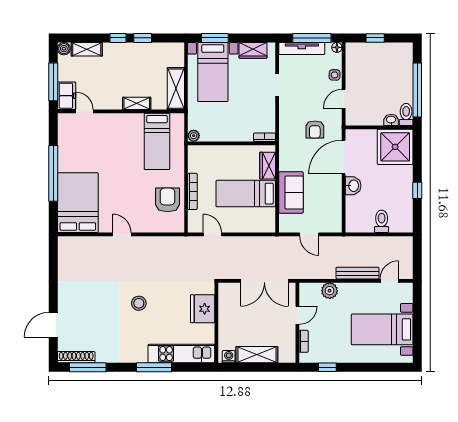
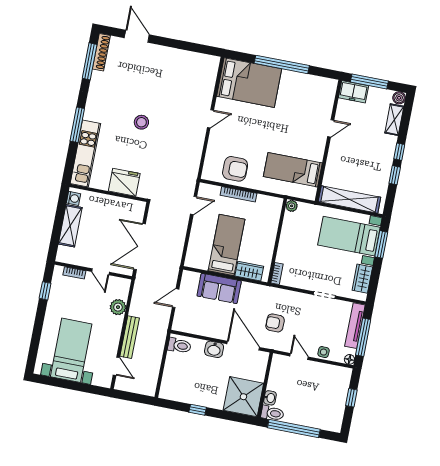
shelving: (176, 89) -> (349, 199), width x1.47
shelving: (137, 103) -> (333, 157), removed
door: (84, 111) -> (331, 128), moved
toilet: (382, 221) -> (179, 346), moved

